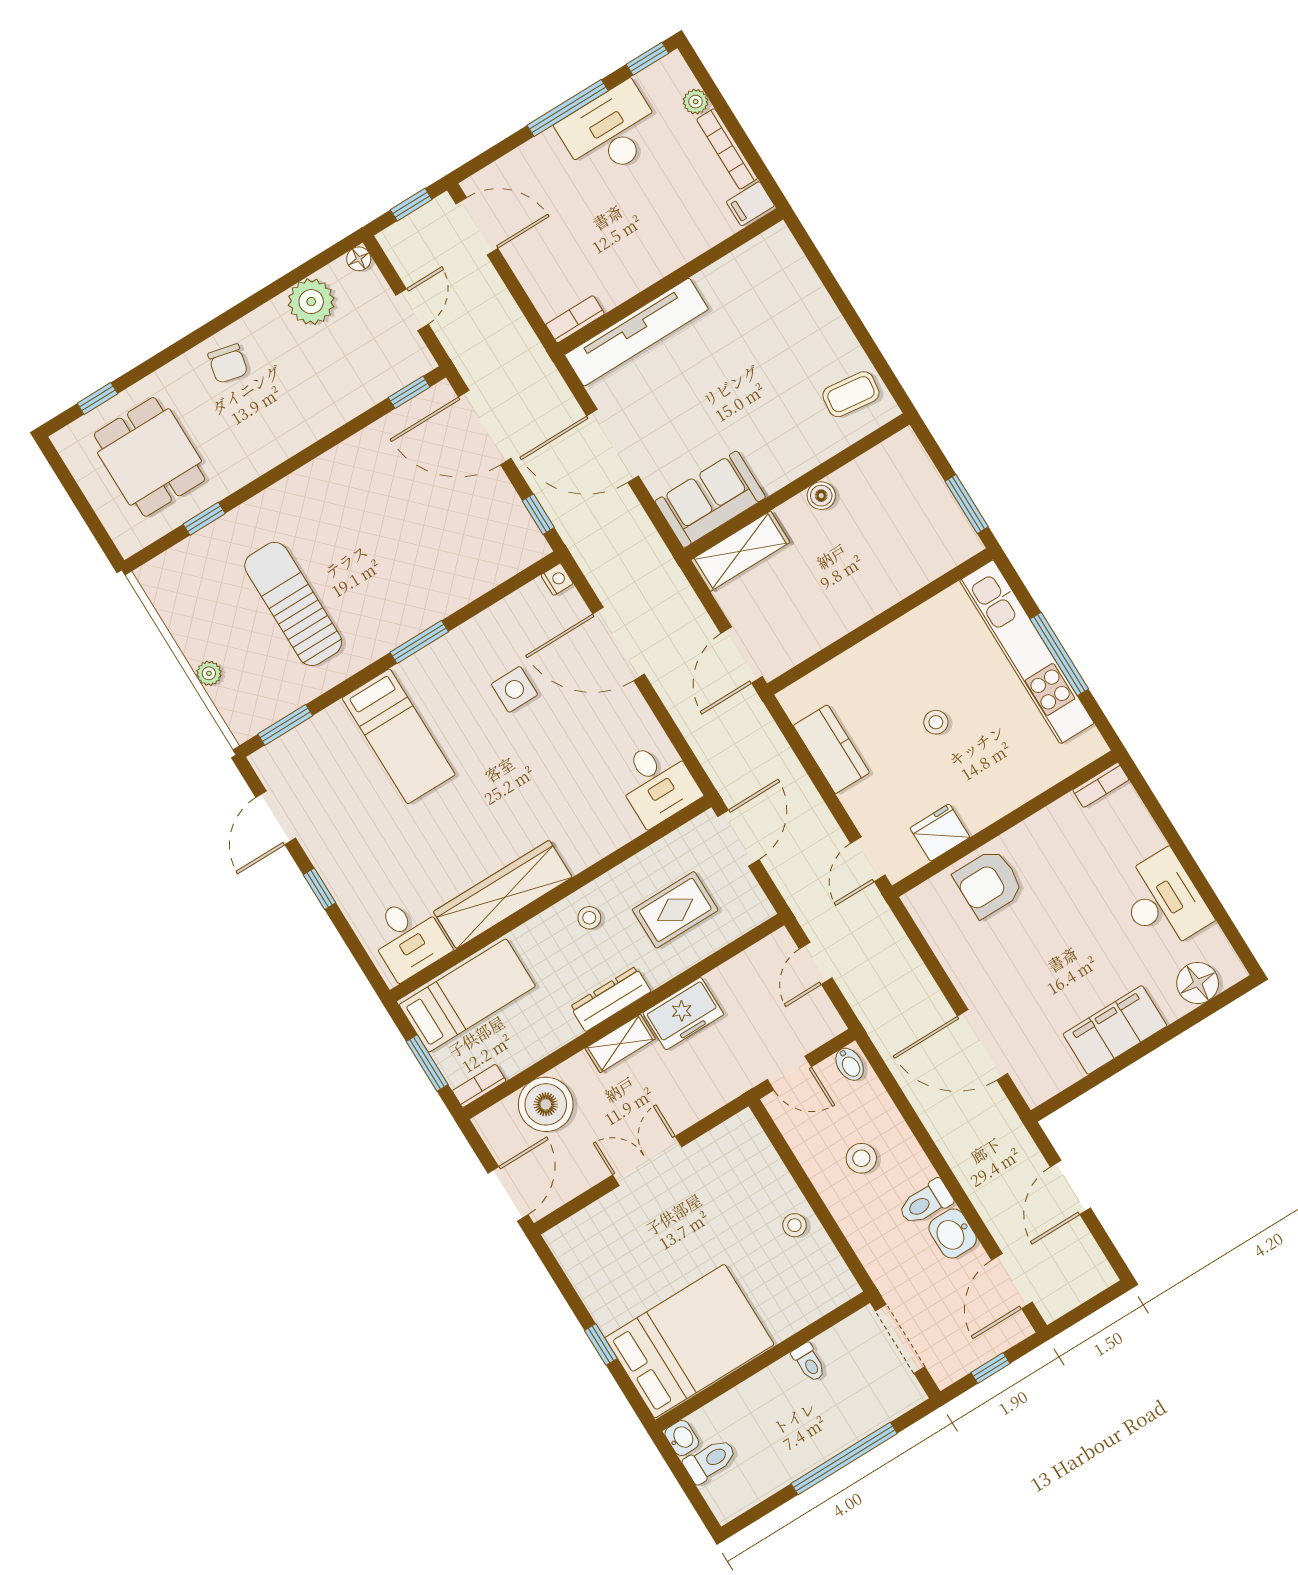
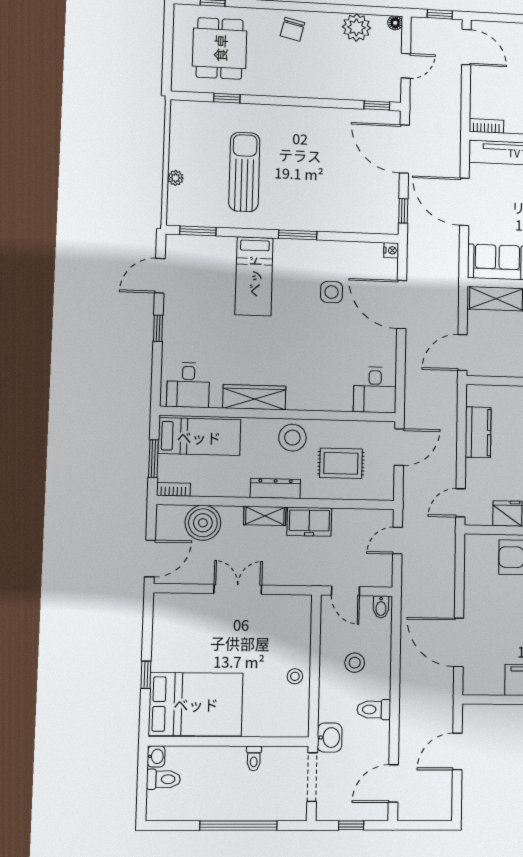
wardrobe: (503, 894) -> (254, 397), width x0.71, depth x0.85
stool: (589, 918) -> (292, 438), width x1.89, depth x1.89
washbasin: (953, 1233) -> (330, 738), moved, turned 180

